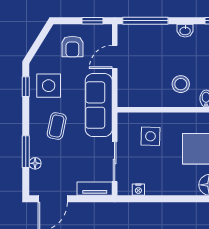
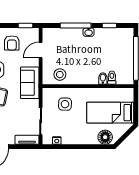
window: (145, 21) -> (76, 25), moved
stool: (181, 84) -> (60, 75), moved
sofa: (99, 105) -> (30, 83), width x0.73

